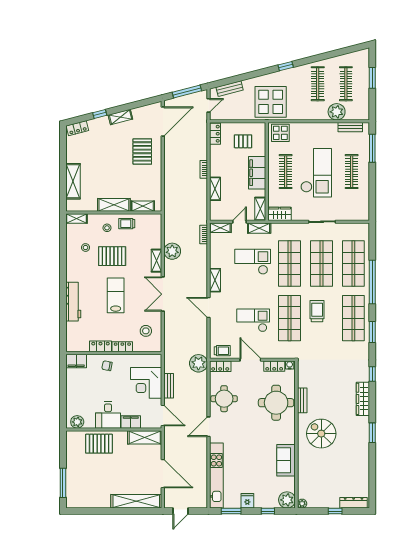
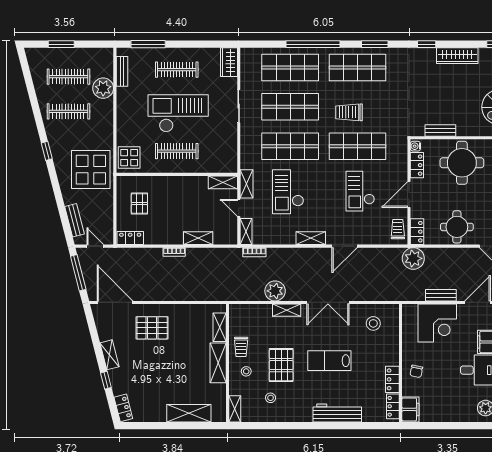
filing cabinet: (257, 173) -> (178, 186), removed
wardrobe: (280, 214) -> (229, 62), moved
locker: (122, 347) -> (393, 406), moved
bench: (302, 400) -> (440, 131), moved

